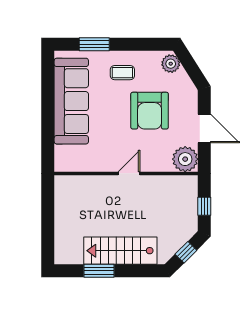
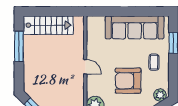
stairs: (120, 251) -> (48, 25), moved, turned 90
window: (99, 271) -> (19, 46), width x1.44

